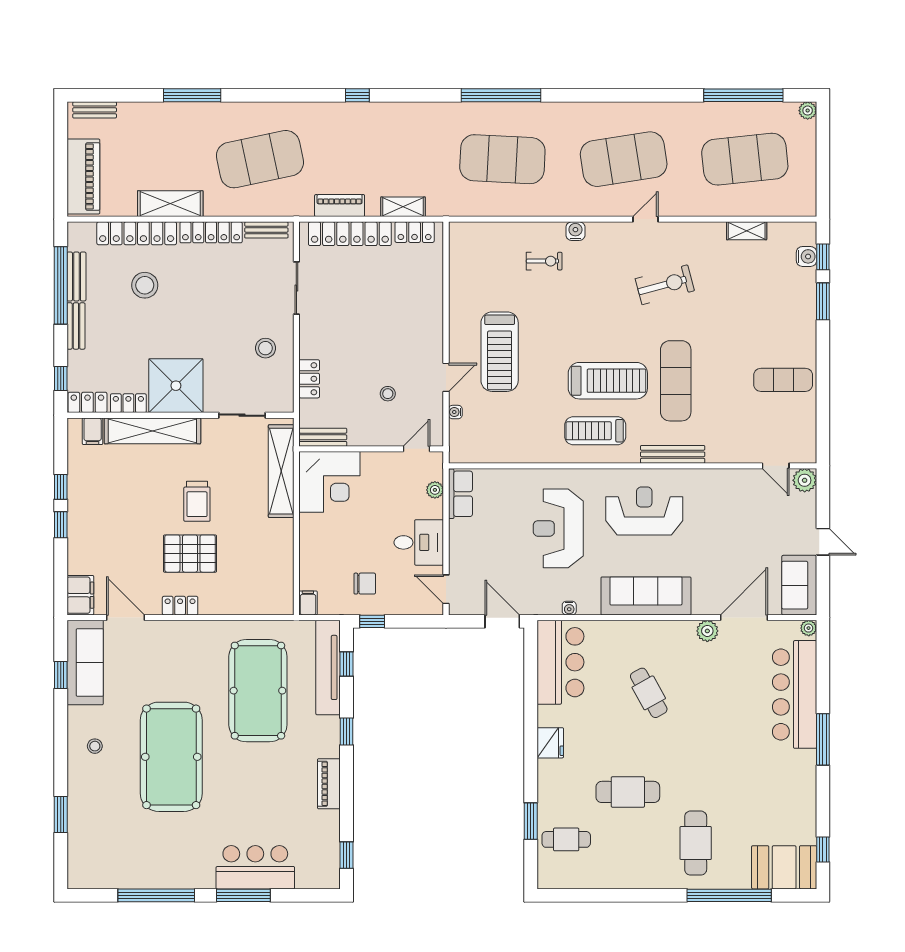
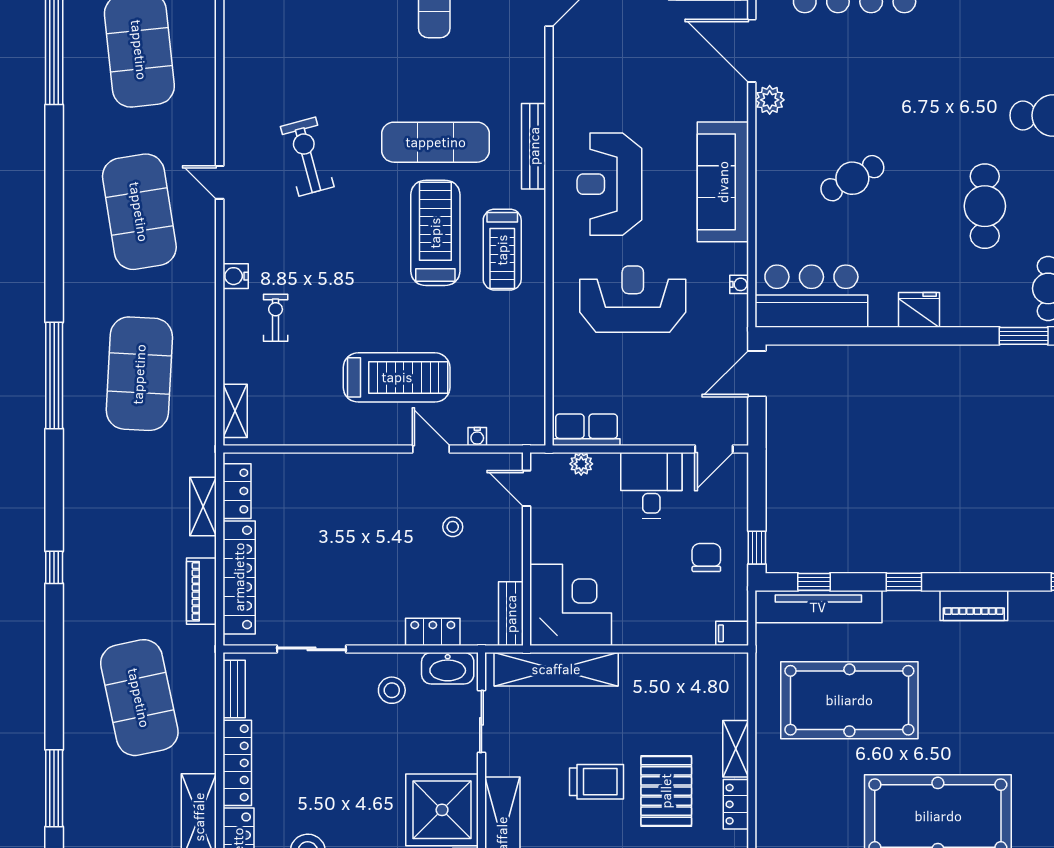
shelving: (747, 231) -> (235, 411), moved
washbasin: (282, 390) -> (448, 668), added
reception desk: (558, 528) -> (633, 299), turned 180
shelving: (222, 605) -> (736, 749), added

